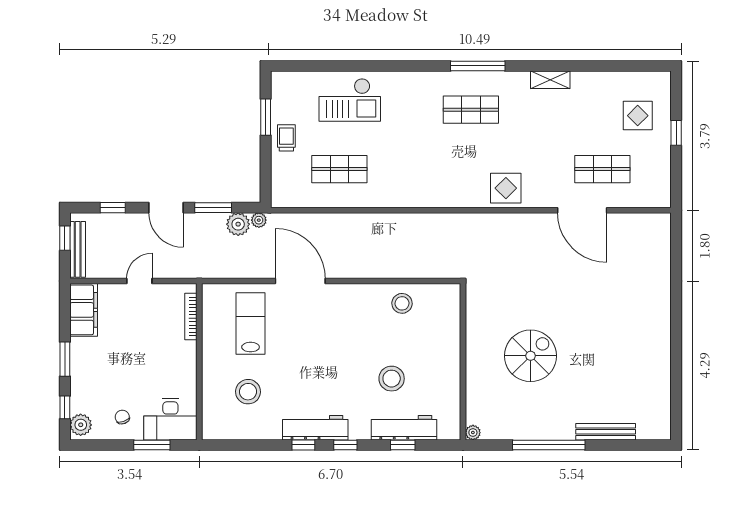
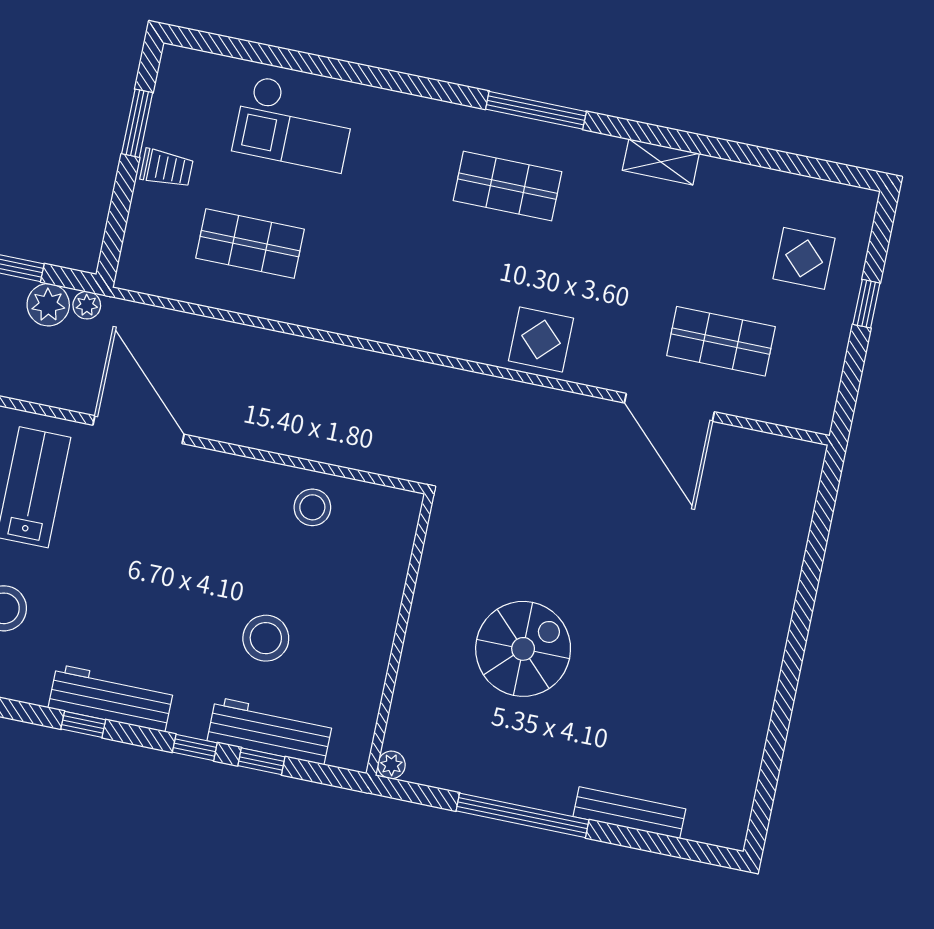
trolley: (286, 138) -> (167, 168), turned 90
window: (345, 445) -> (195, 747), moved

